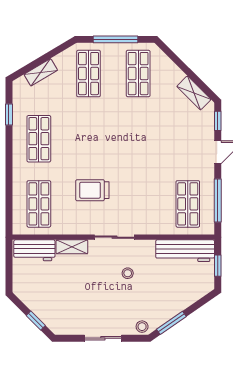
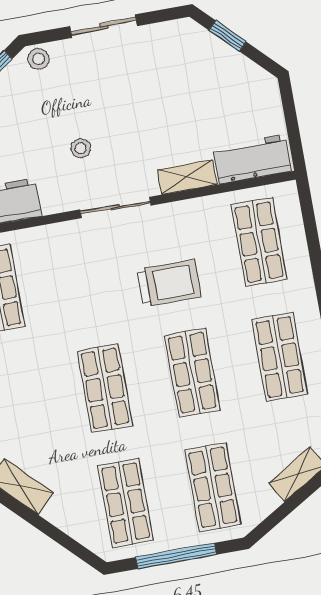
shop shelf: (88, 139) -> (192, 373), added
shop shelf: (138, 139) -> (105, 388), added

